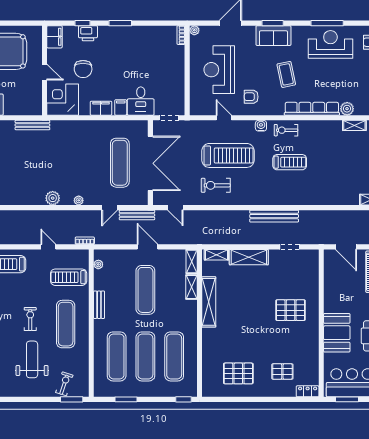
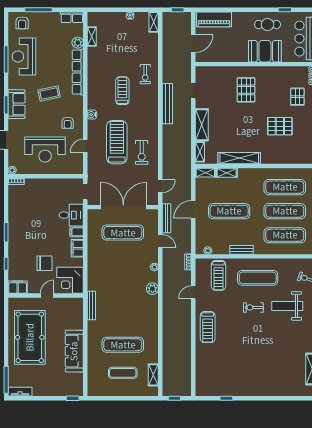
printer: (88, 33) -> (15, 259), removed
exercise bike: (286, 130) -> (145, 74), moved
pallet: (238, 373) -> (280, 126), moved, turned 90

